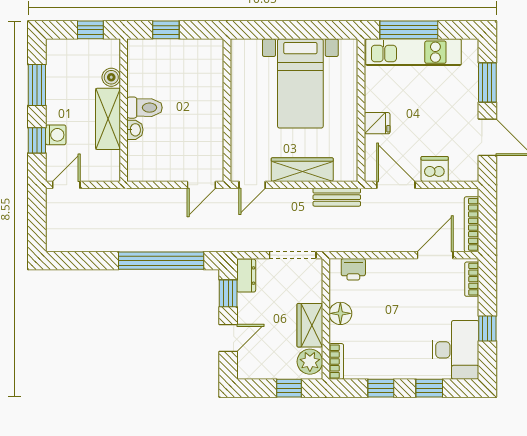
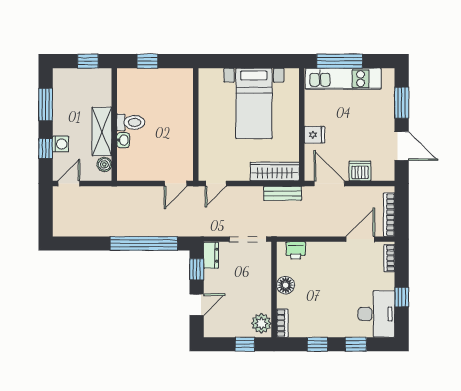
boiler: (111, 77) -> (104, 164), moved
wardrobe: (302, 170) -> (275, 171), moved
wardrobe: (310, 325) -> (261, 294), removed

